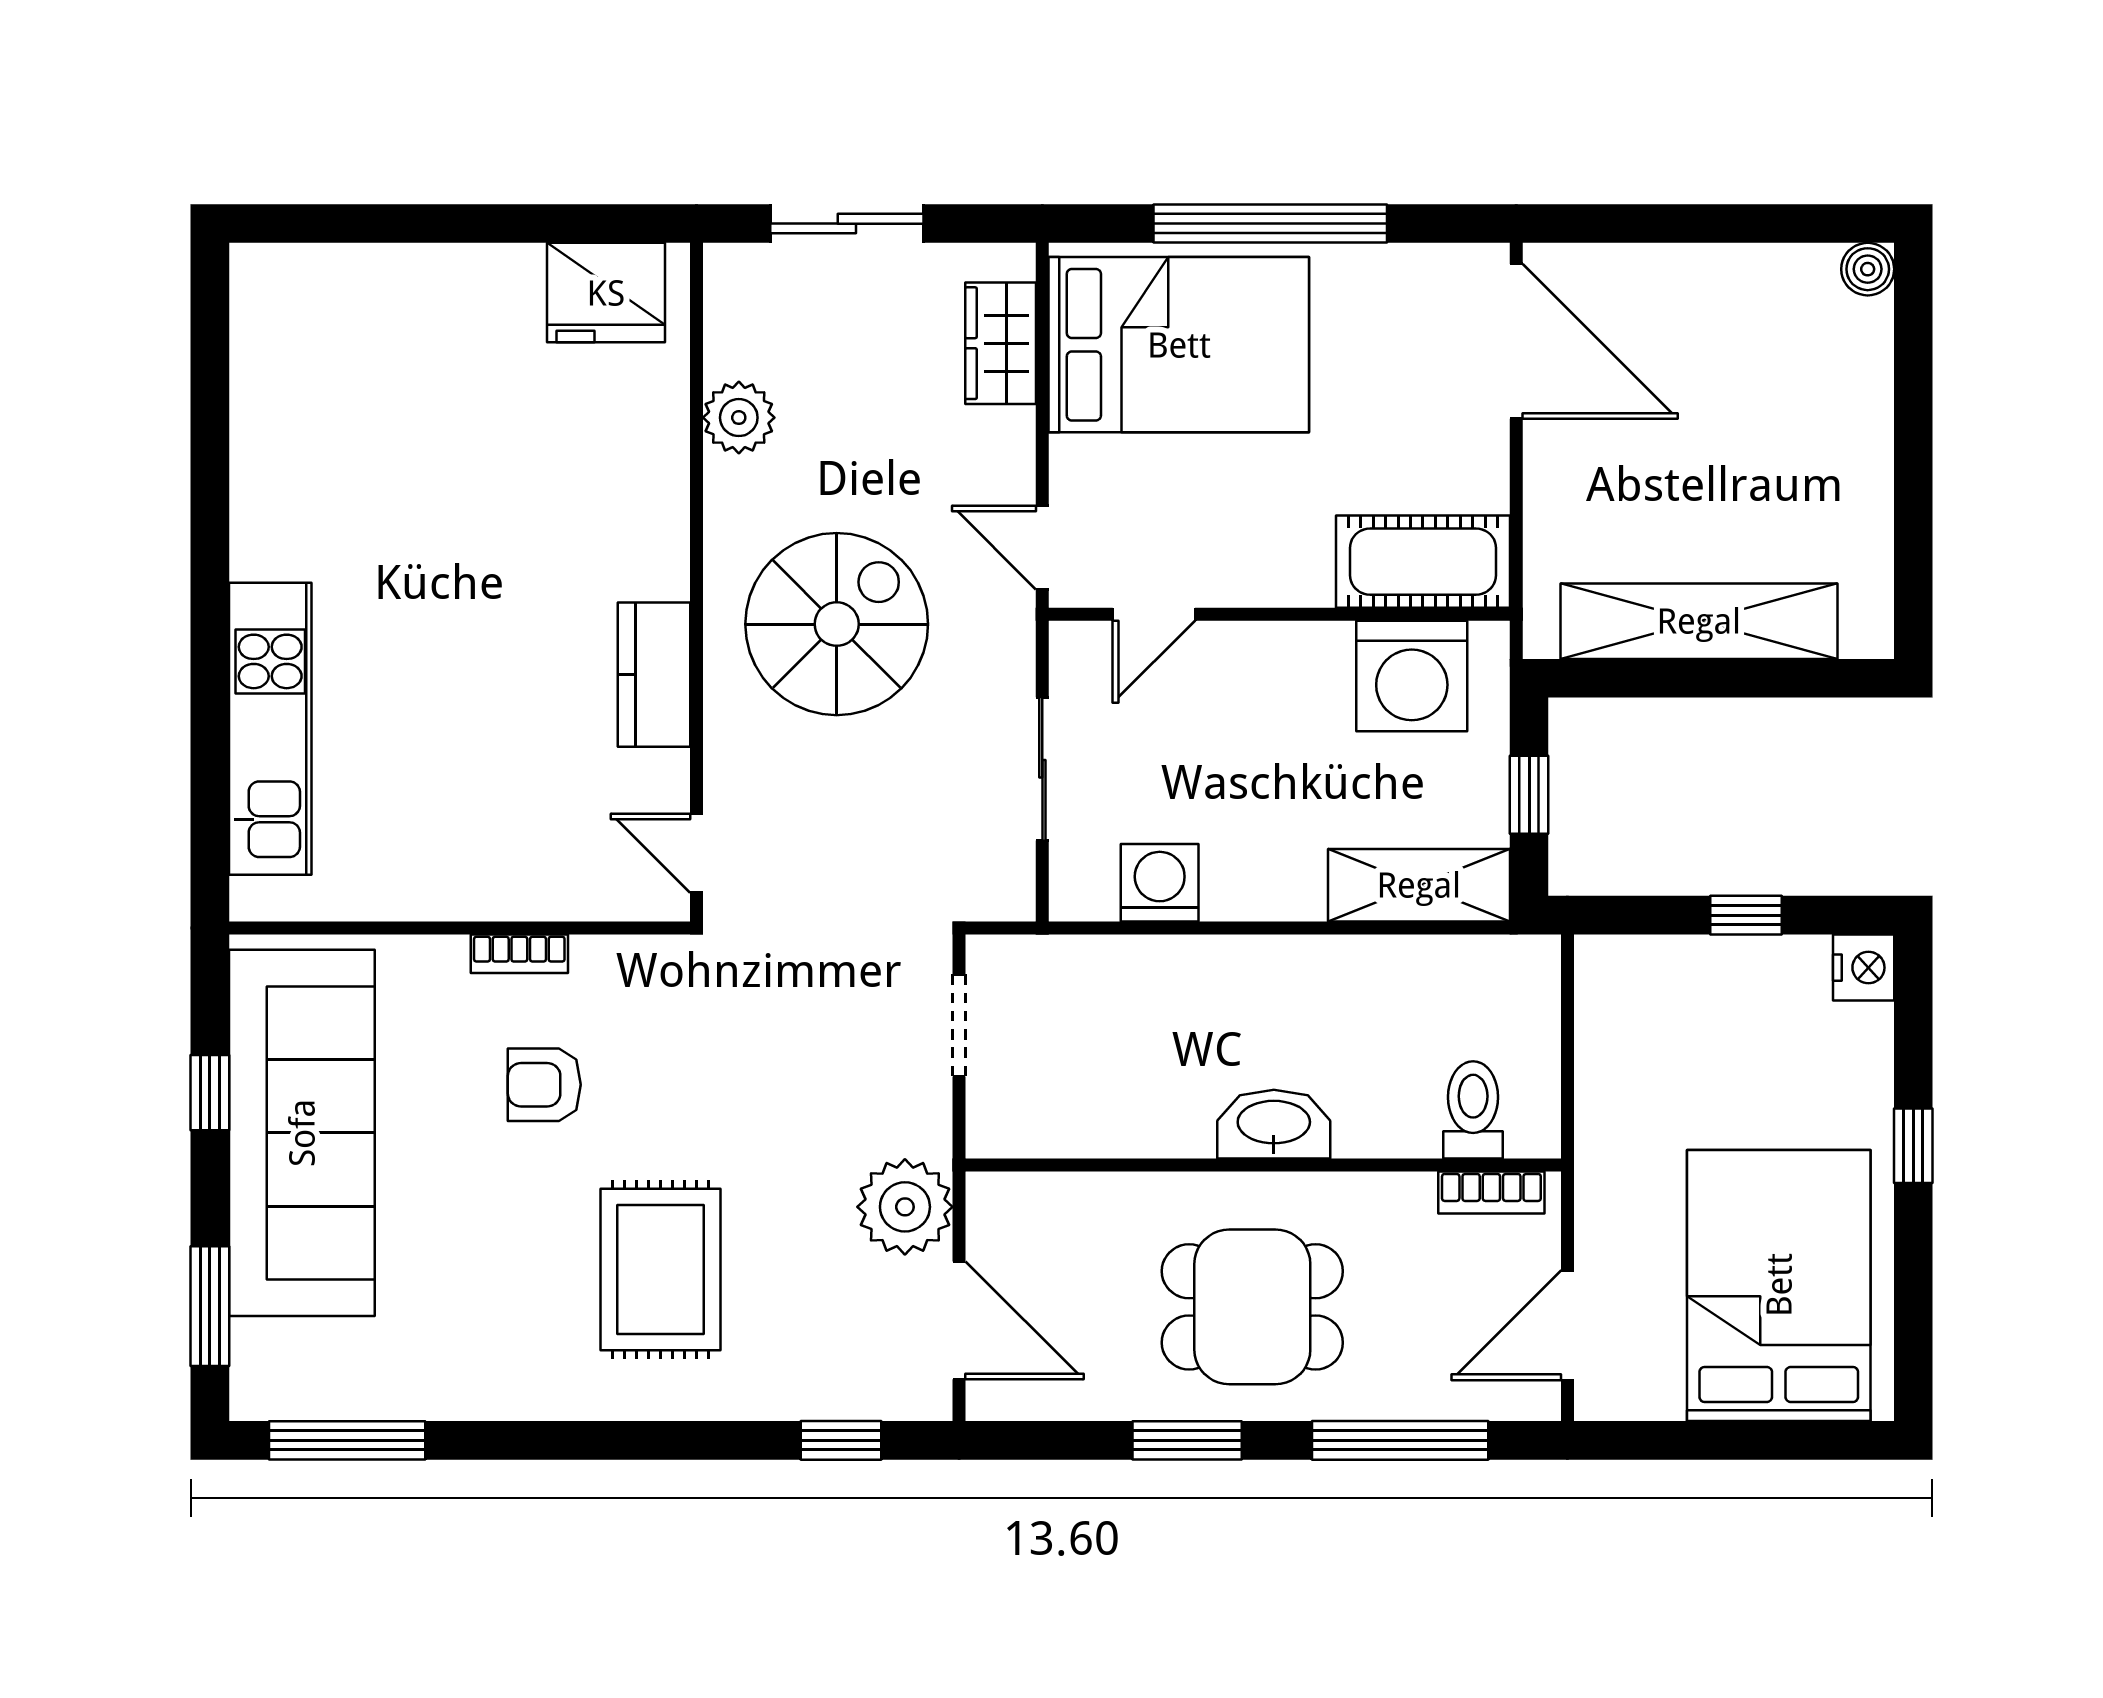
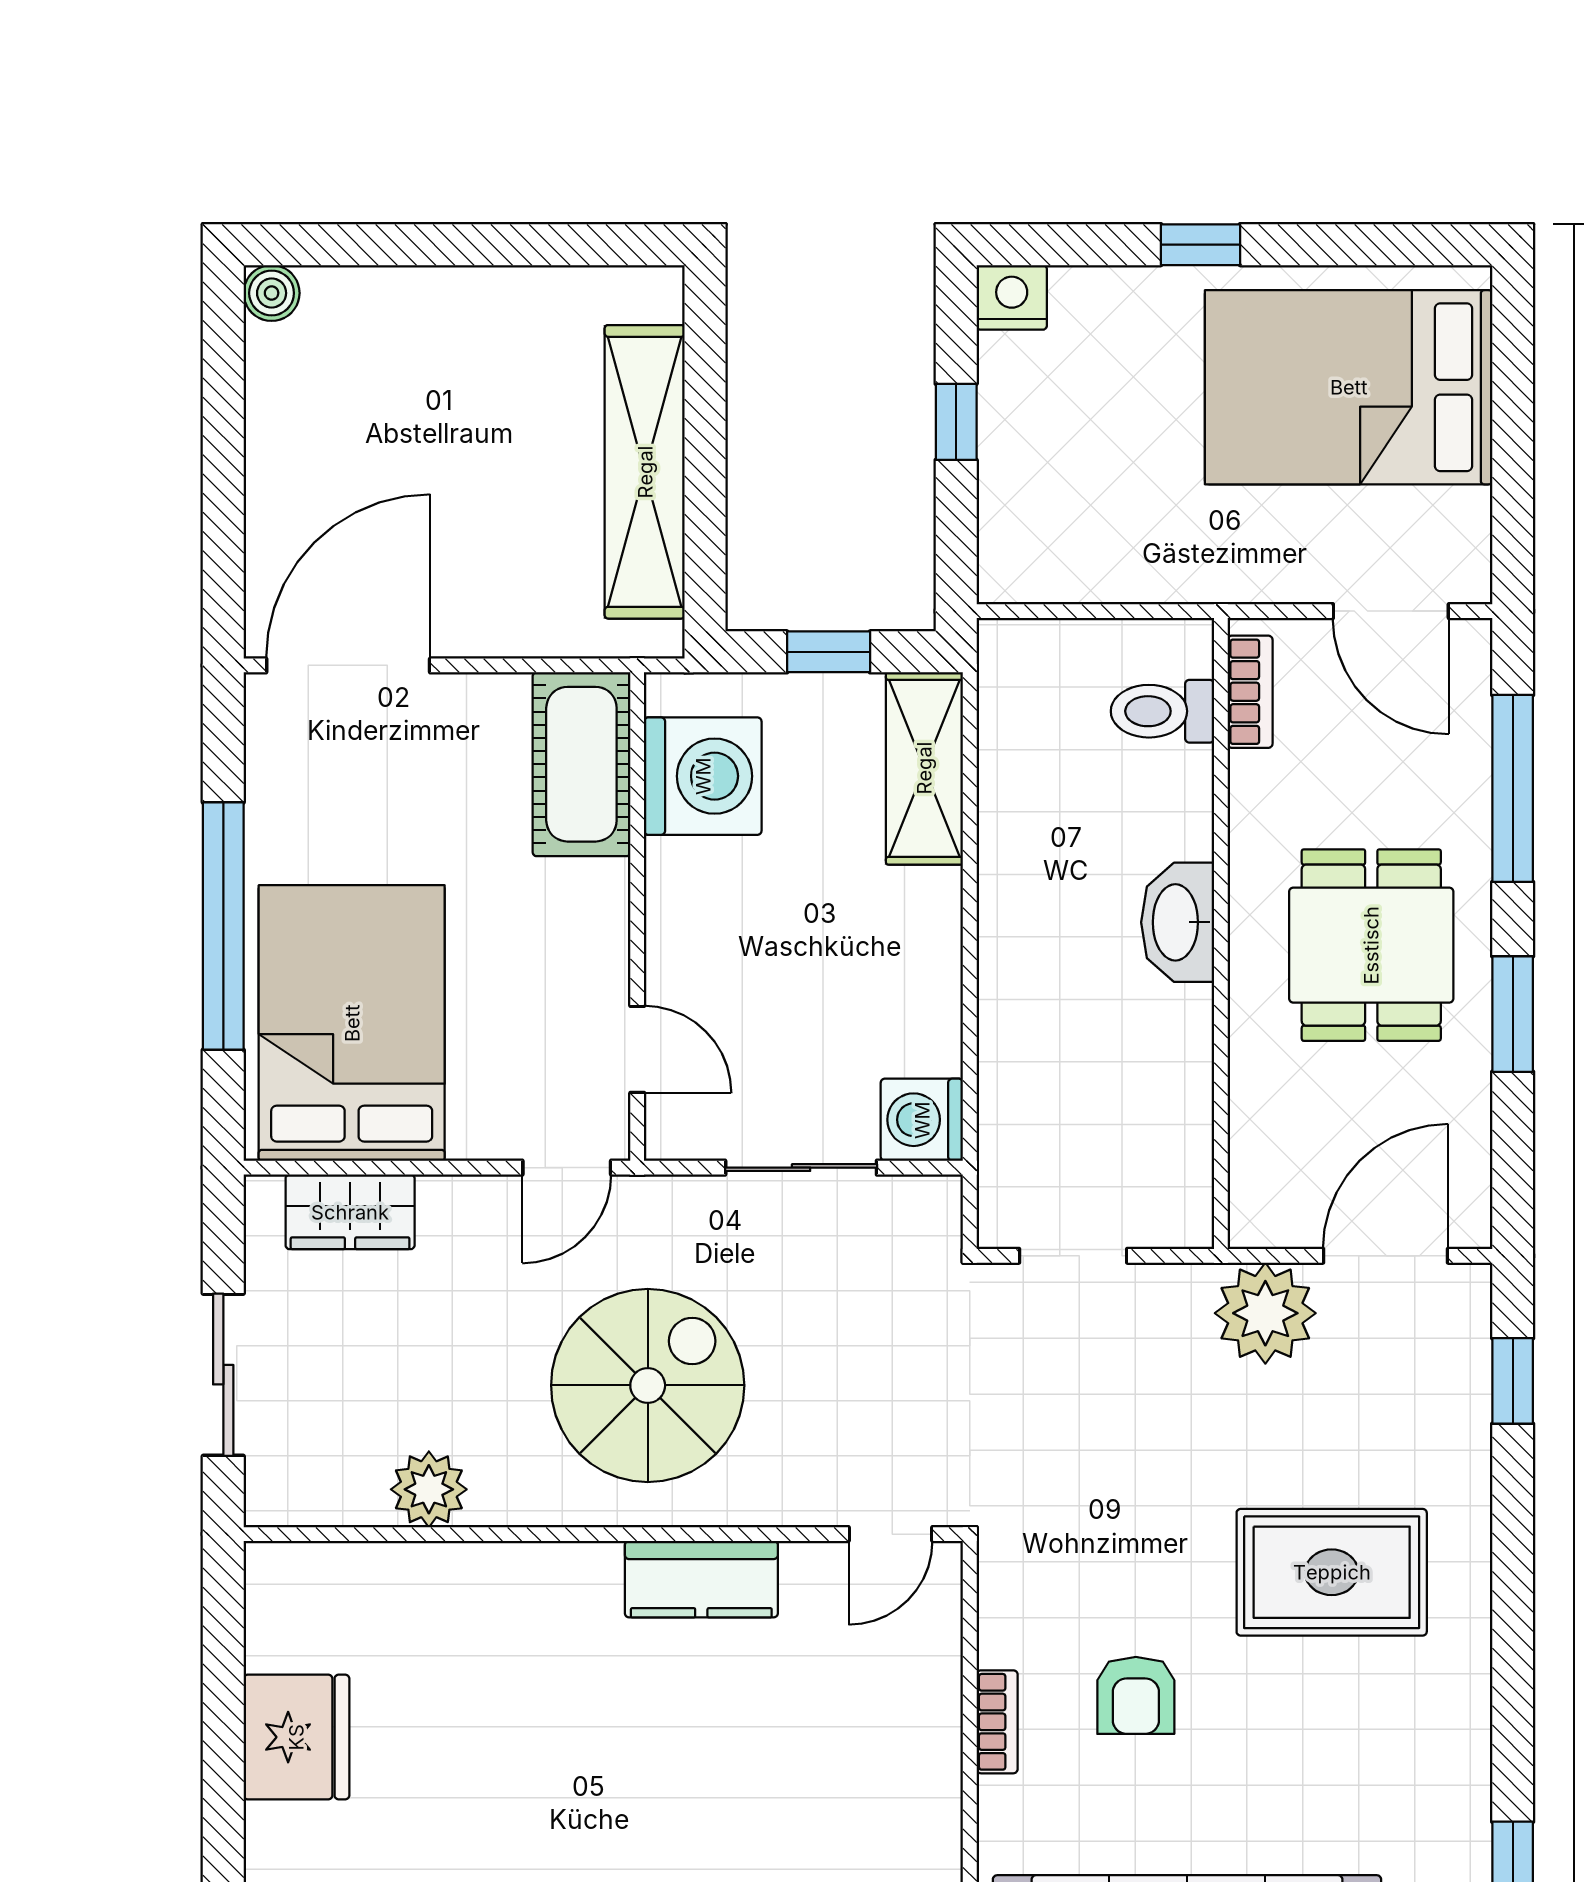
fridge: (606, 293) -> (296, 1737), moved
spiral stairs: (837, 624) -> (648, 1385), turned 90
washing machine: (1160, 883) -> (922, 1120), moved

